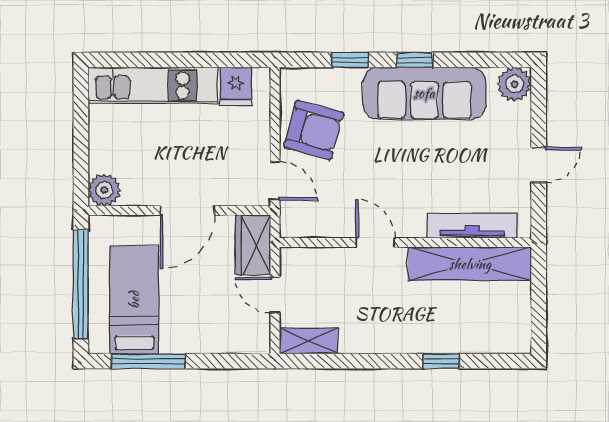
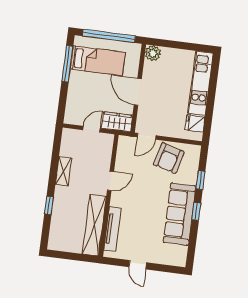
plant: (515, 84) -> (178, 258), removed
shelving: (308, 341) -> (63, 171), moved

